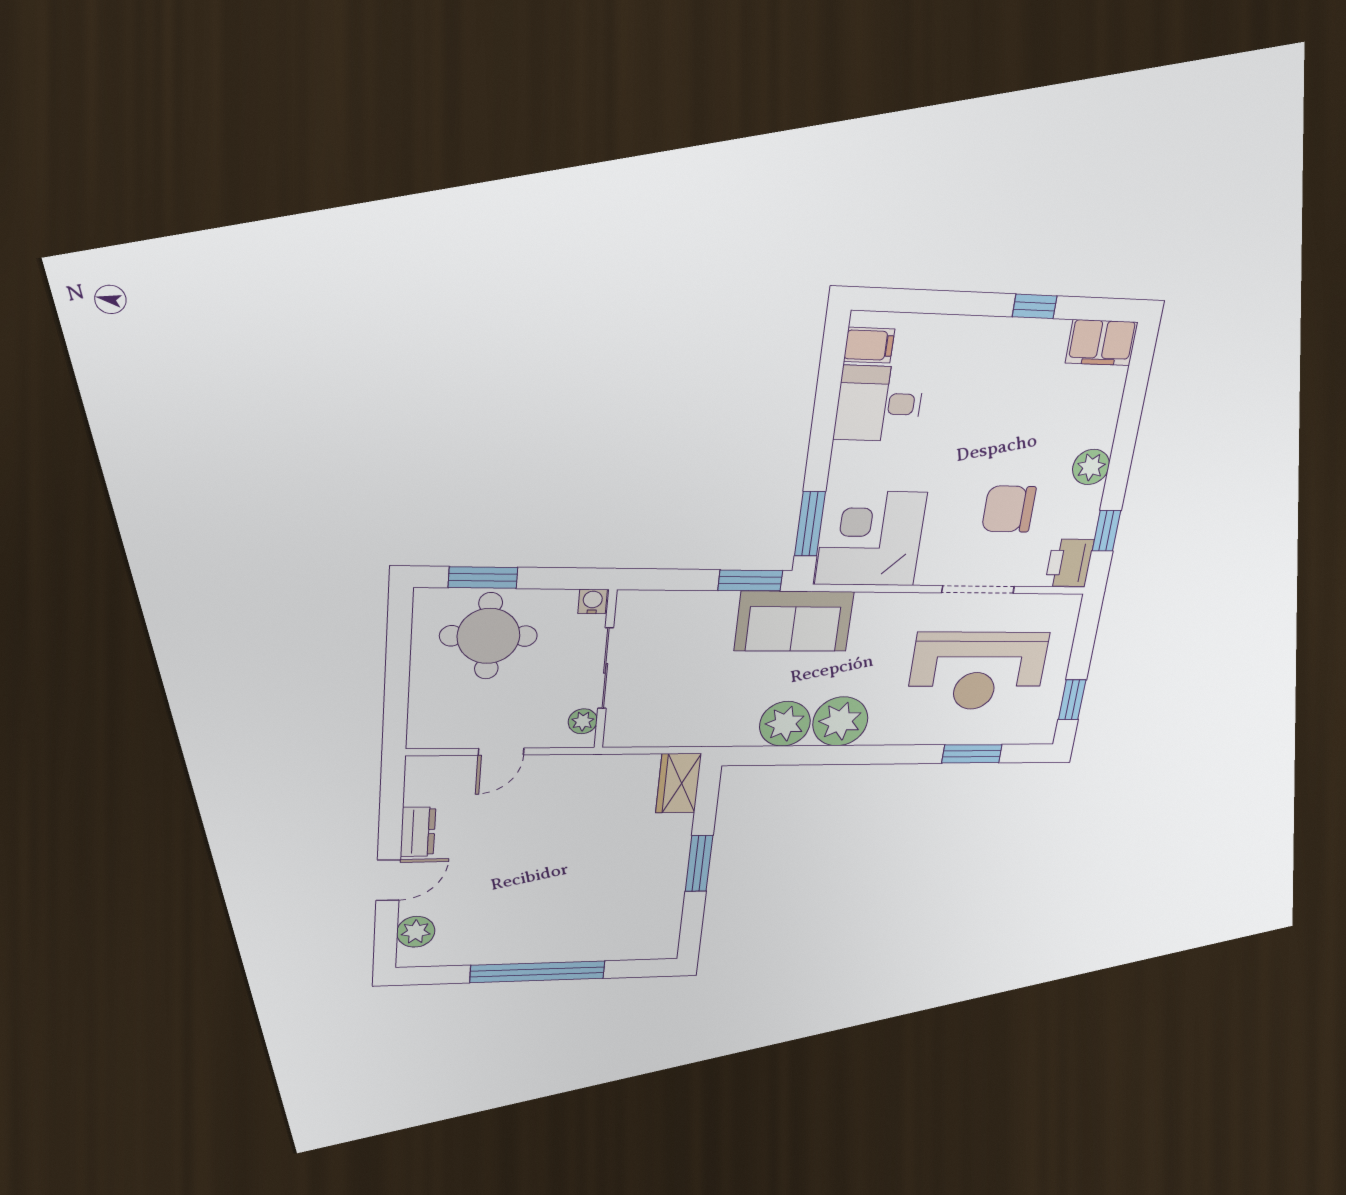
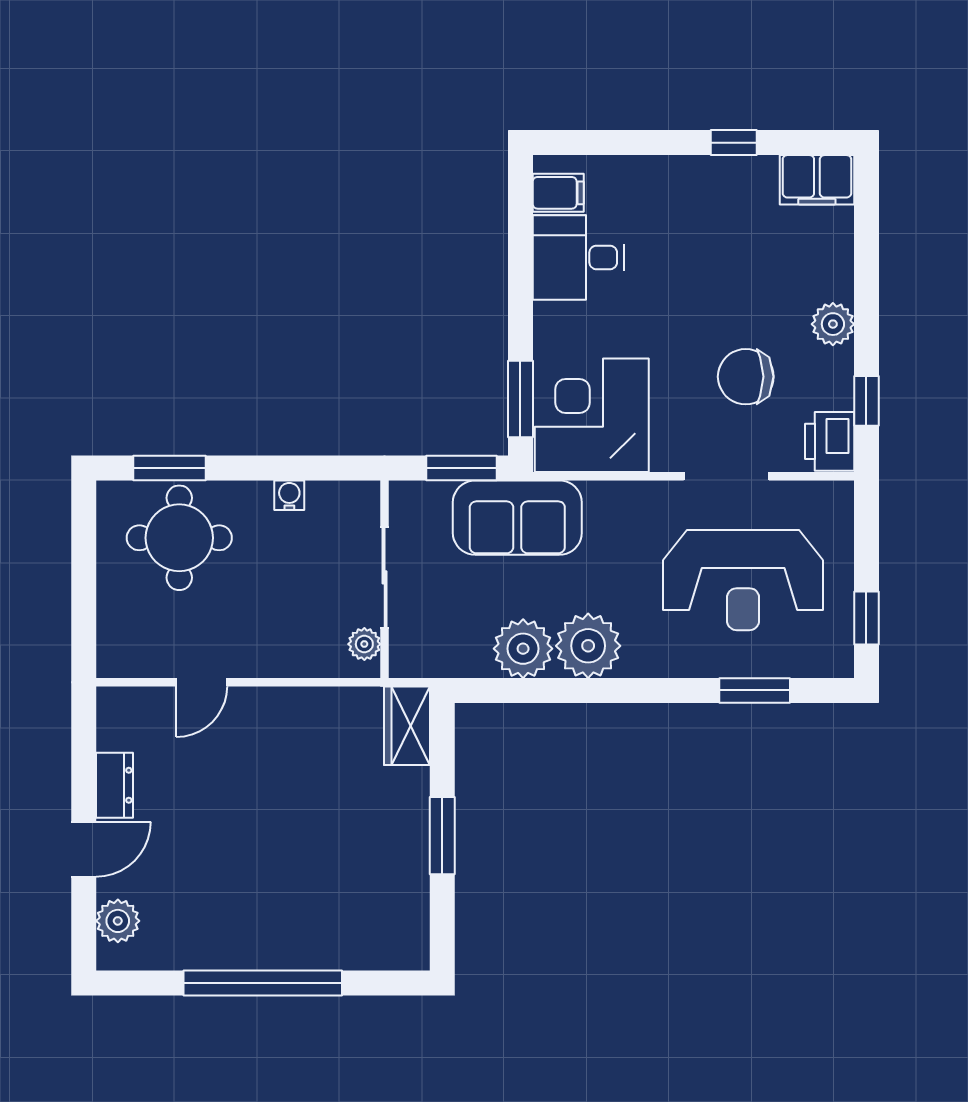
sliding door: (606, 668) -> (385, 577), moved
wall: (605, 670) -> (385, 579), moved
plant: (583, 721) -> (364, 644), moved

